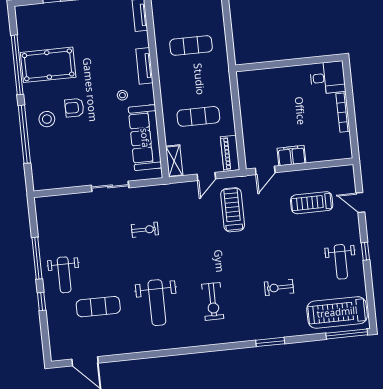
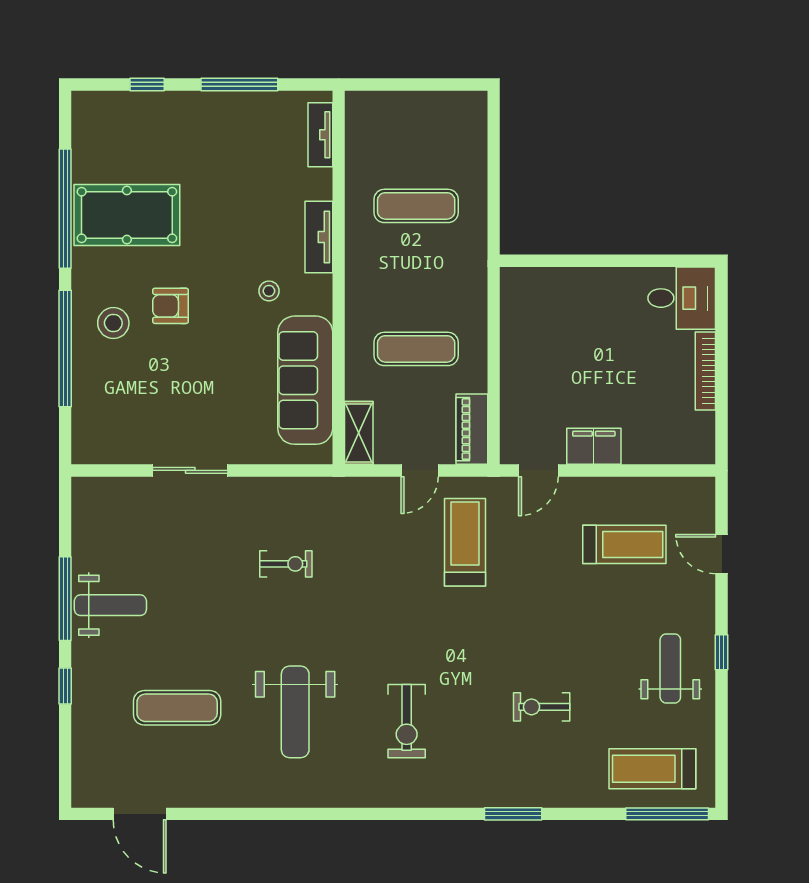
sliding door: (110, 186) -> (190, 470), moved
treadmill: (312, 203) -> (624, 544), turned 180
weight bench: (341, 262) -> (670, 668), turned 180
weight bench: (64, 275) -> (110, 605), moved, turned -90
treadmill: (337, 312) -> (652, 769), width x0.73, depth x0.73

